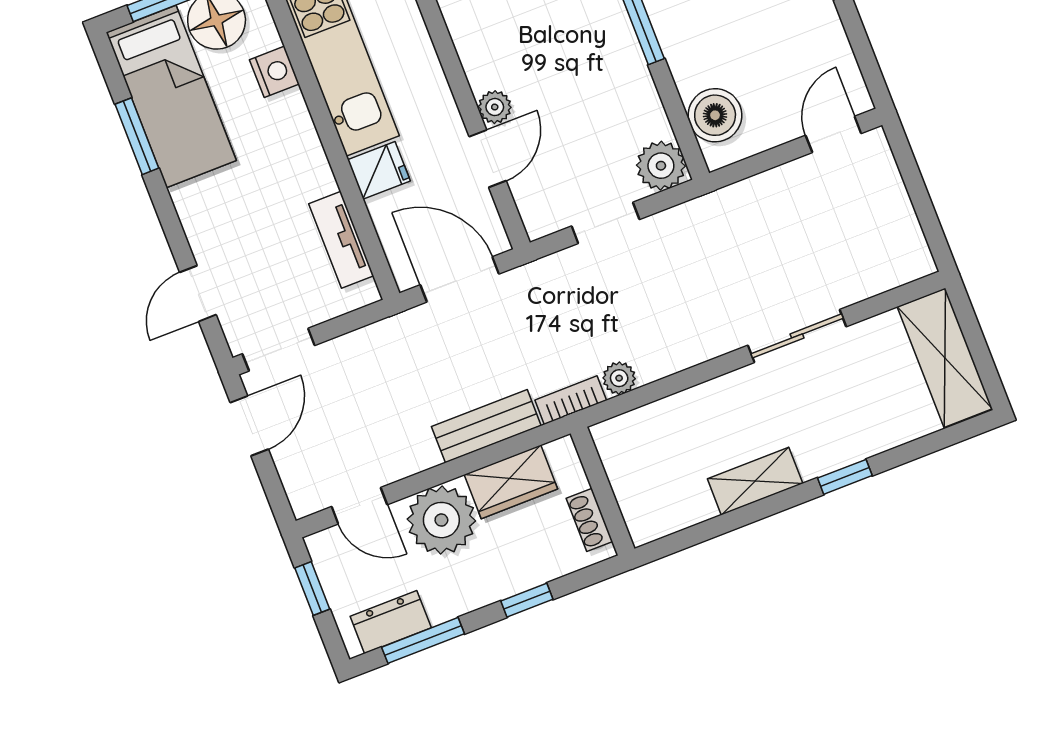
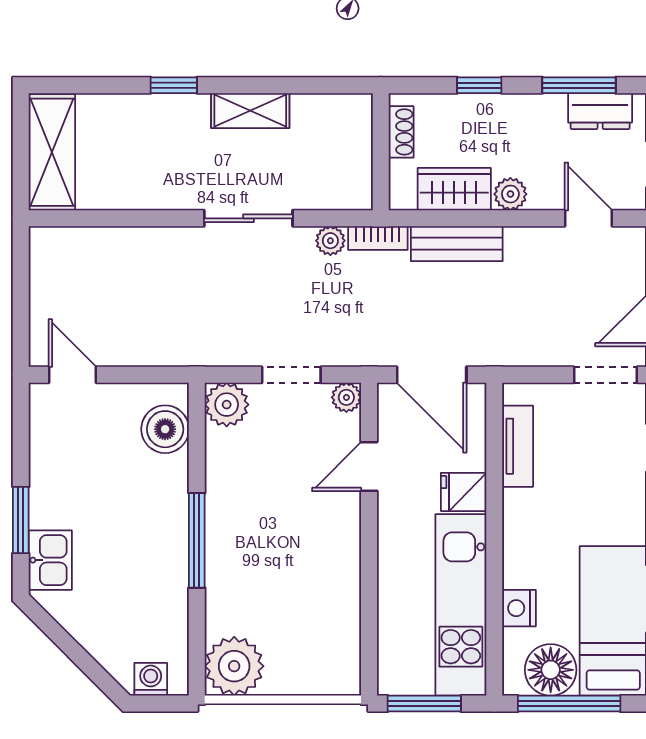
plant: (495, 107) -> (346, 397), moved
door: (833, 134) -> (72, 375), swing flipped
sliding door: (797, 336) -> (248, 218), moved
plant: (441, 520) -> (510, 194), width x0.53, depth x0.53

